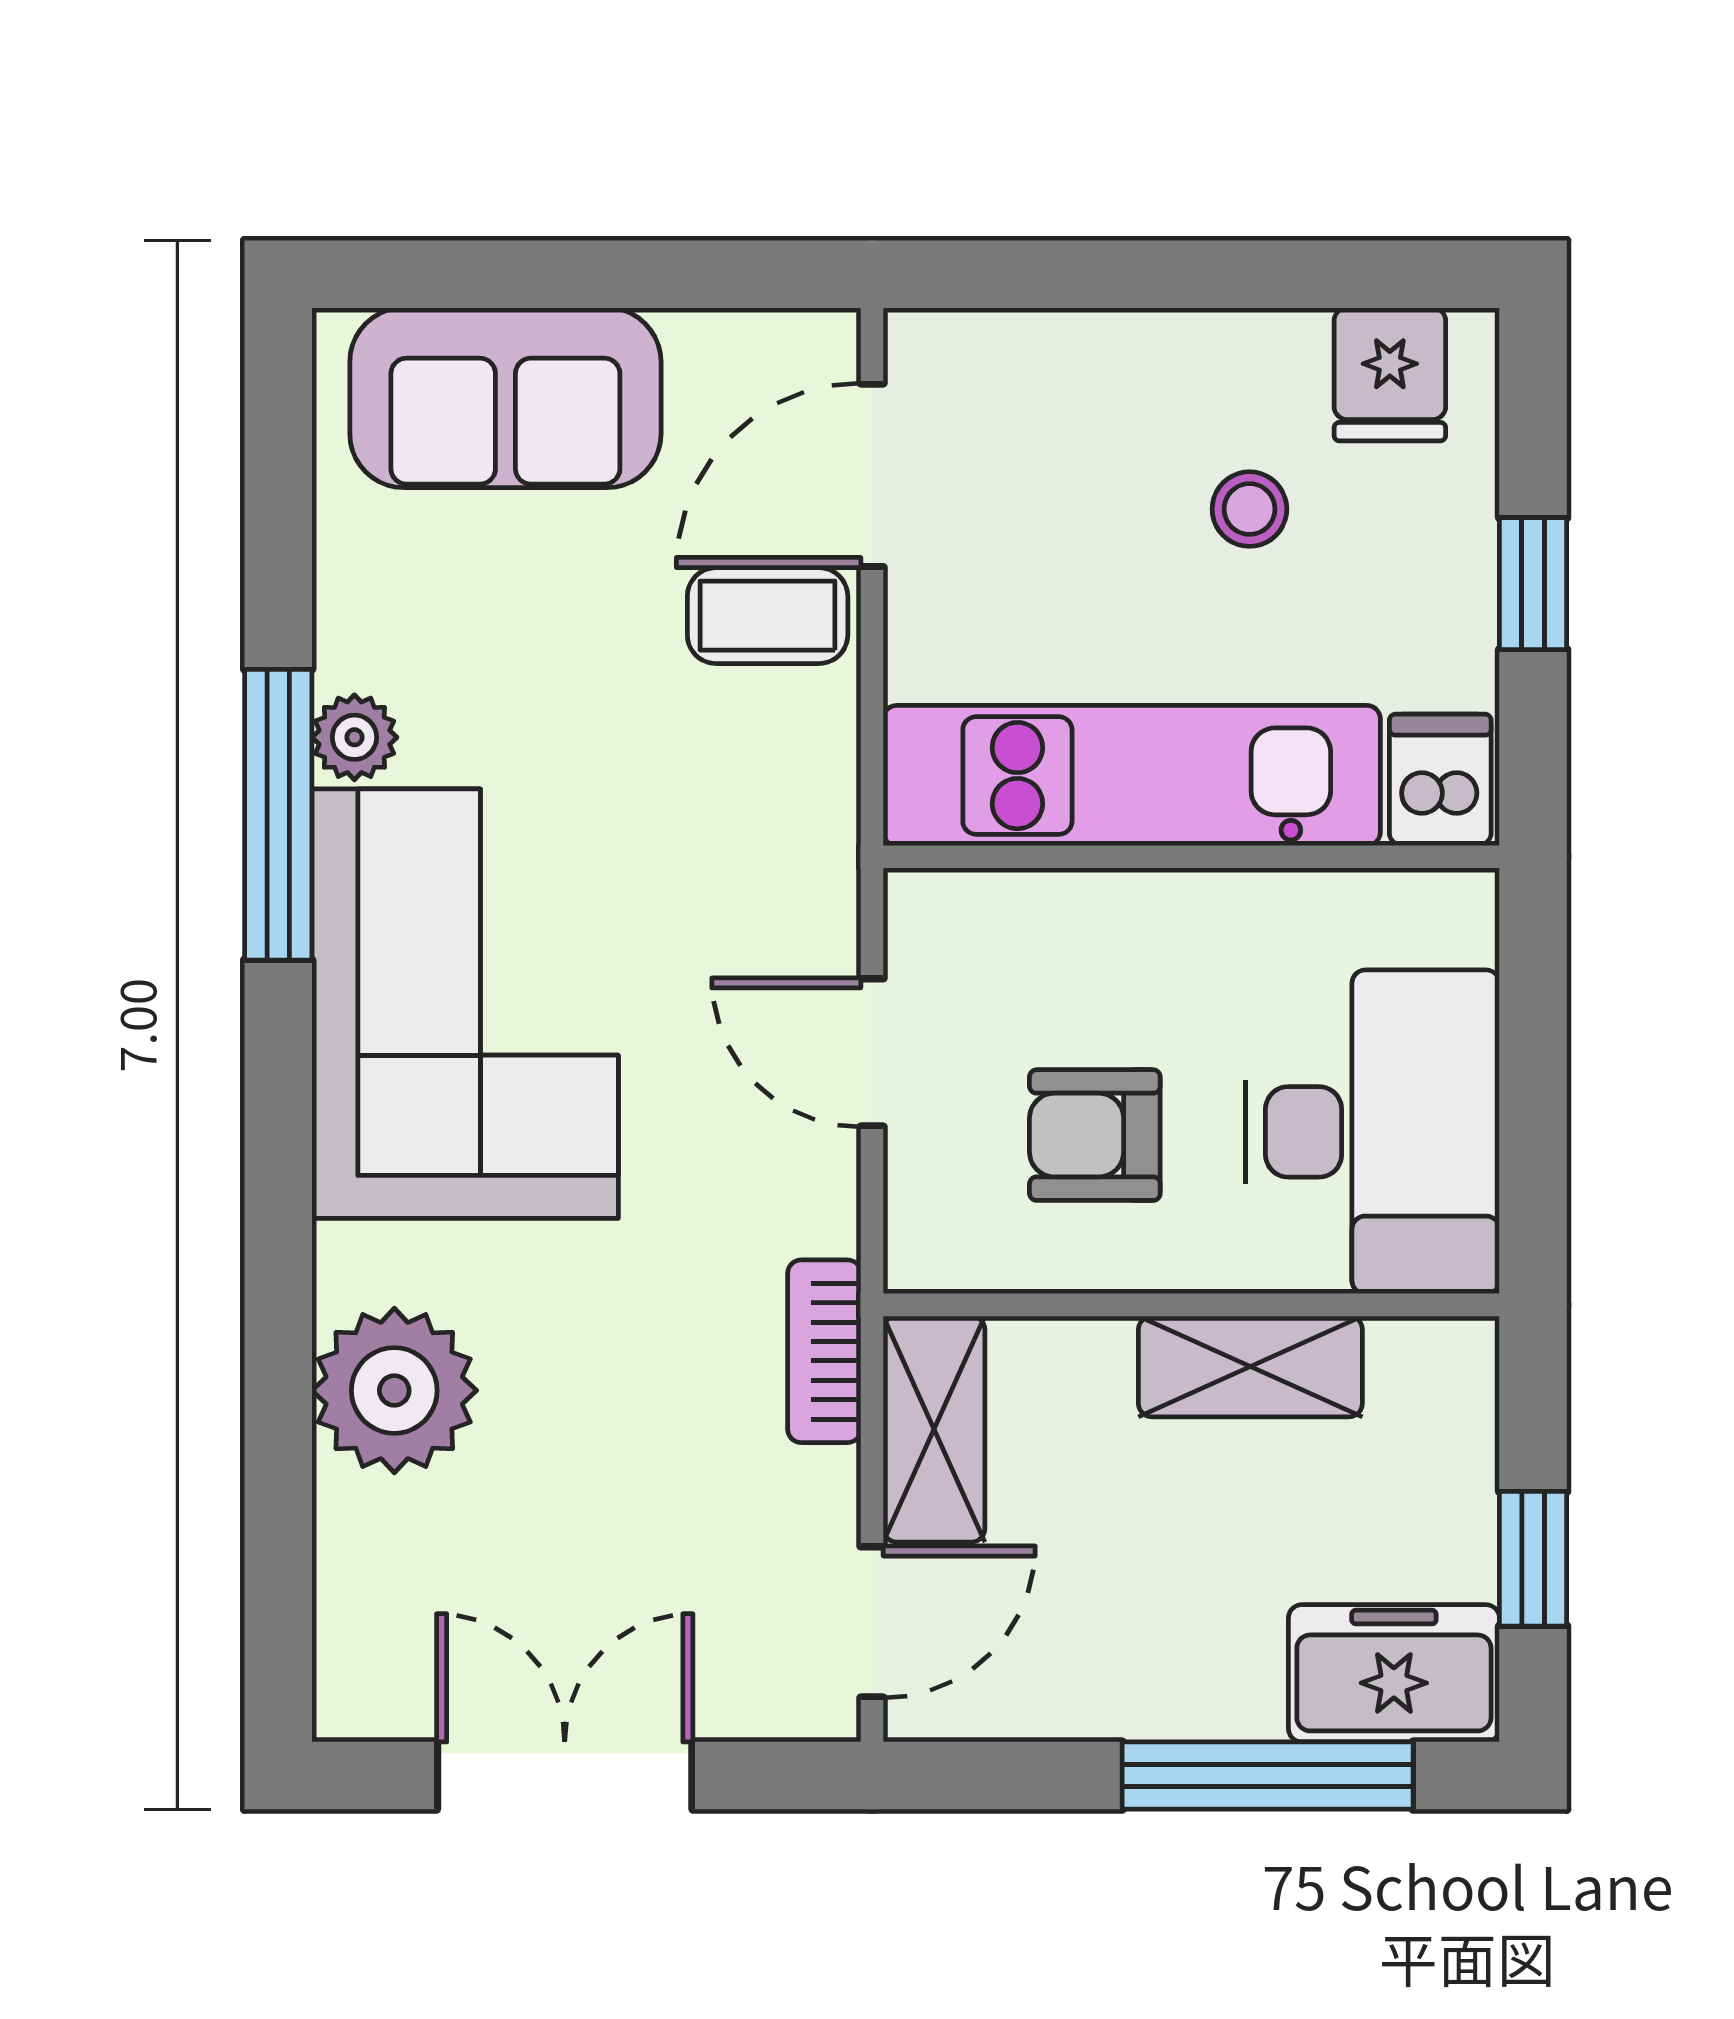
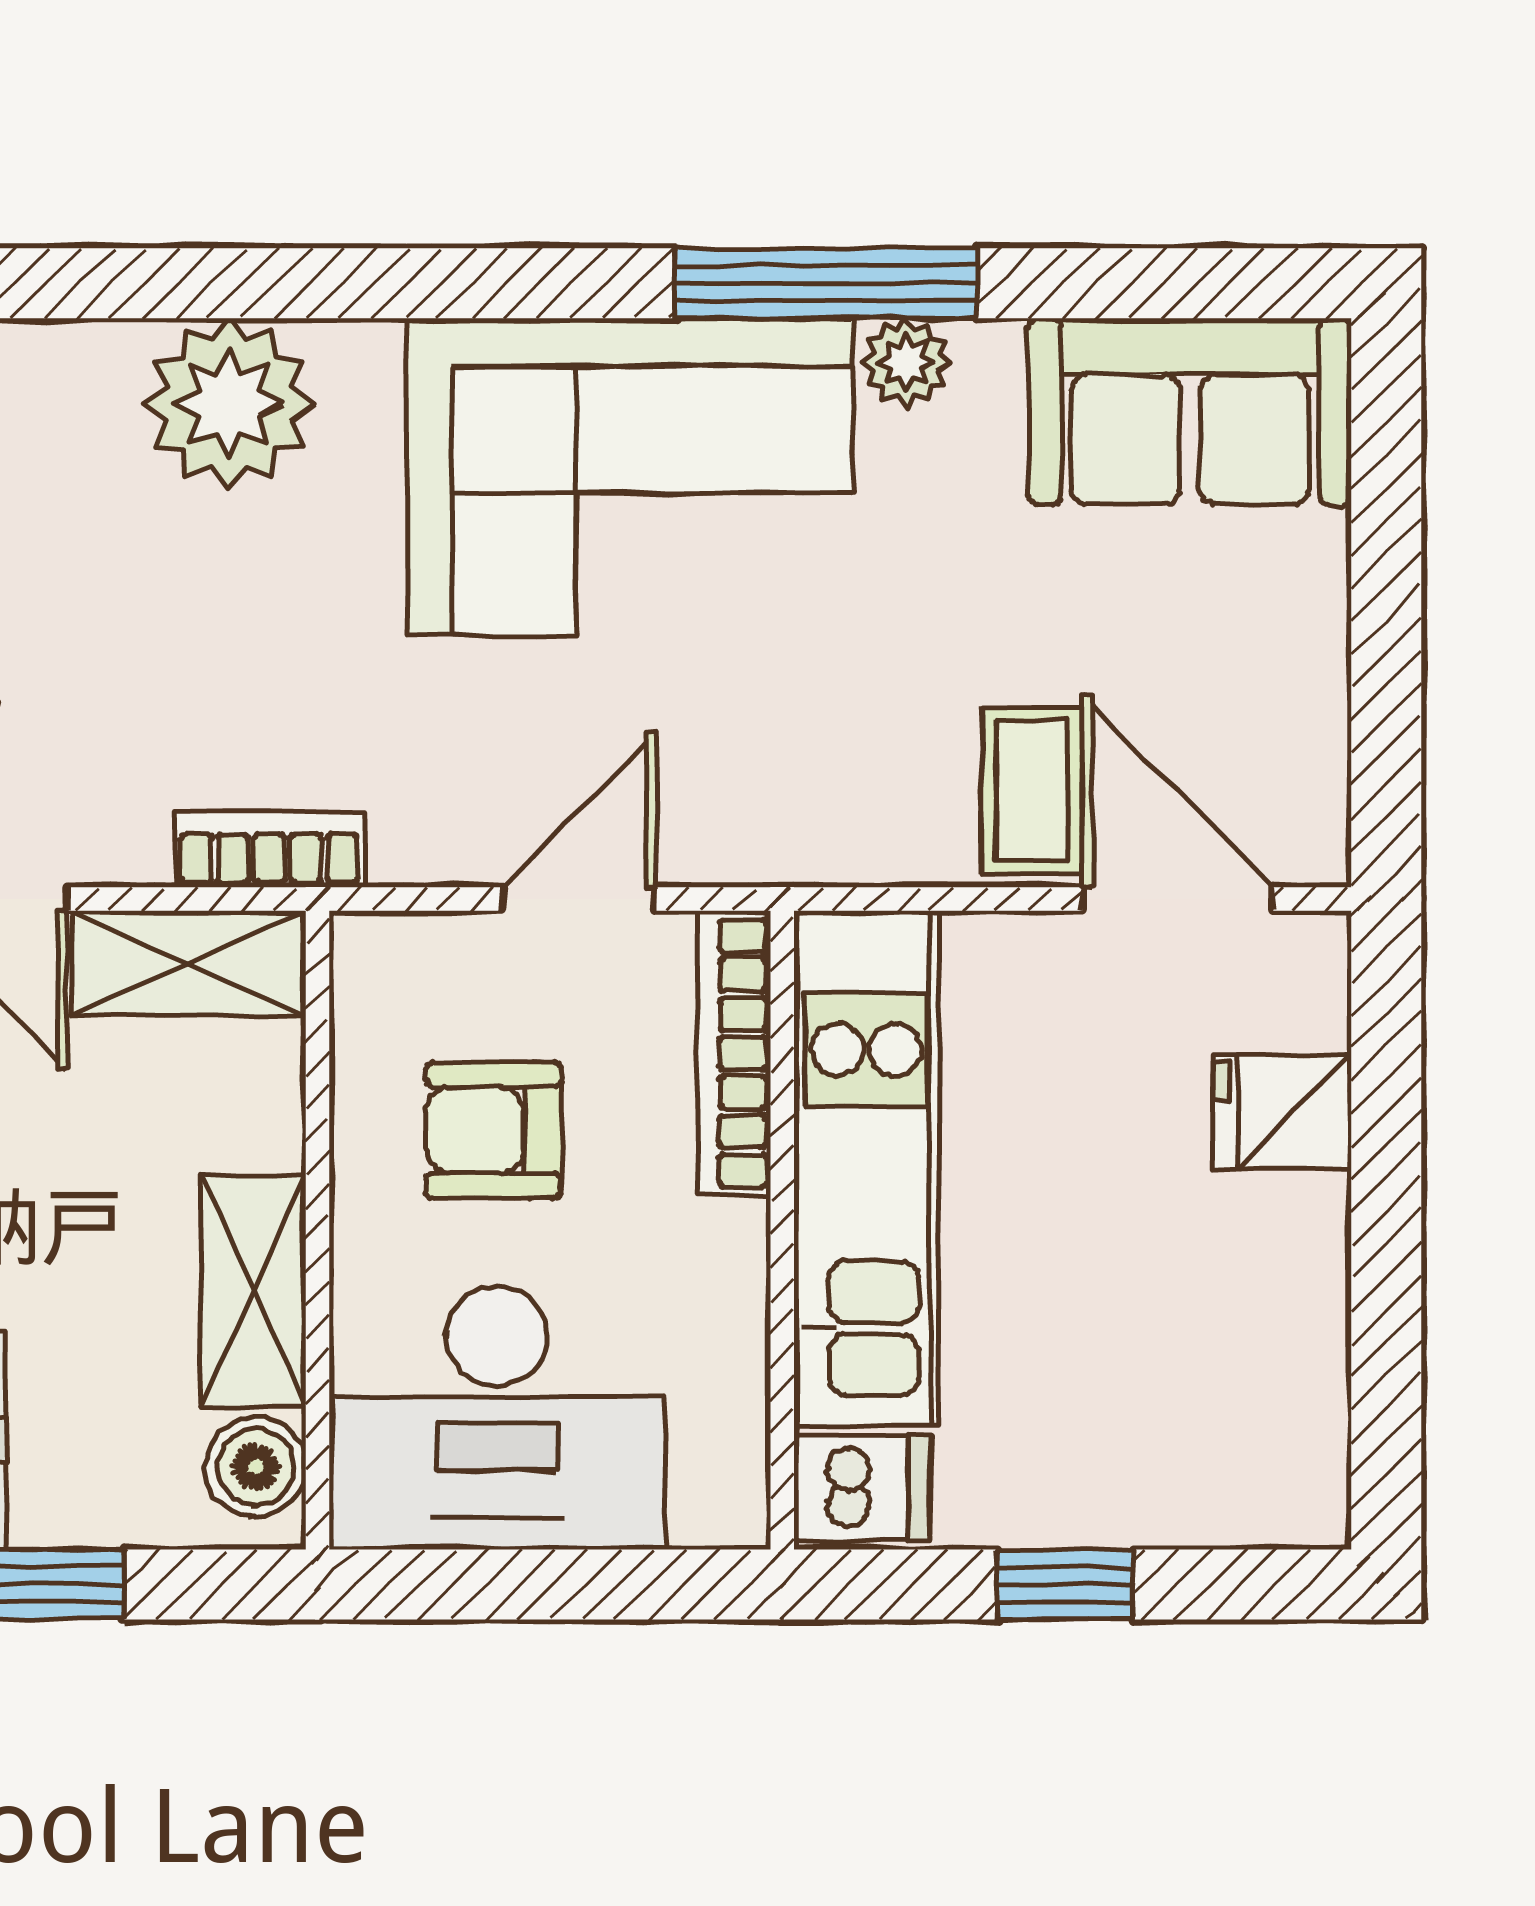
fridge: (1390, 374) -> (1282, 1111), moved
sofa: (505, 398) -> (1190, 411), moved, turned -90
stool: (1249, 509) -> (1143, 1290), removed
bookcase: (1021, 903) -> (734, 1053), added
armchair: (1095, 1135) -> (494, 1130), turned -90
boiler: (1420, 1365) -> (256, 1467), added

